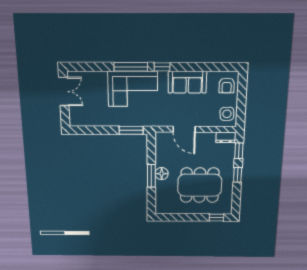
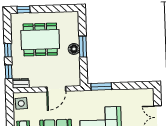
door: (184, 129) -> (56, 89), swing flipped

